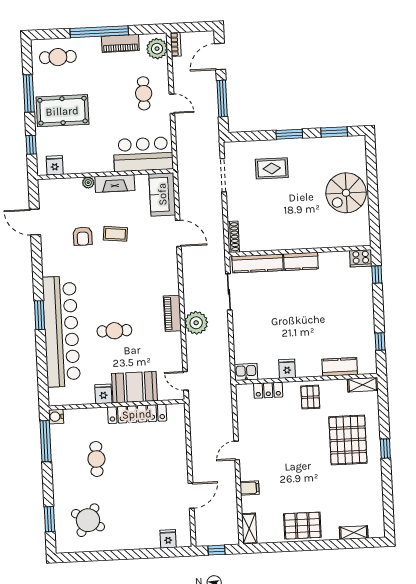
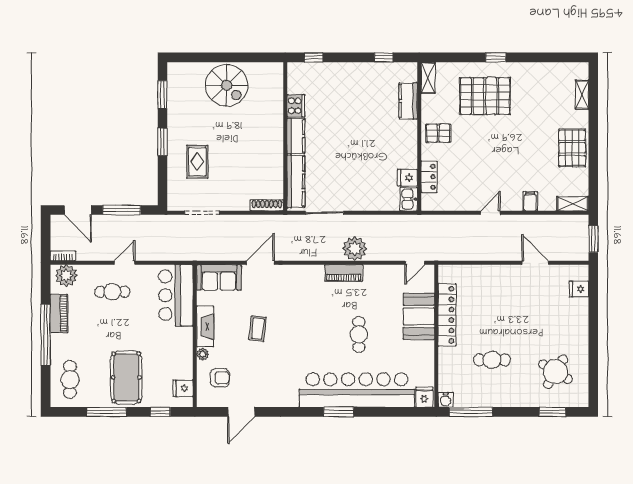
armchair: (83, 236) -> (220, 378), moved
cooker: (361, 258) -> (296, 106), moved
fridge: (287, 369) -> (407, 178), moved
fridge: (103, 394) -> (424, 397), moved, turned 90
door: (237, 451) -> (490, 213), swing flipped
window: (217, 550) -> (593, 239), width x1.50

